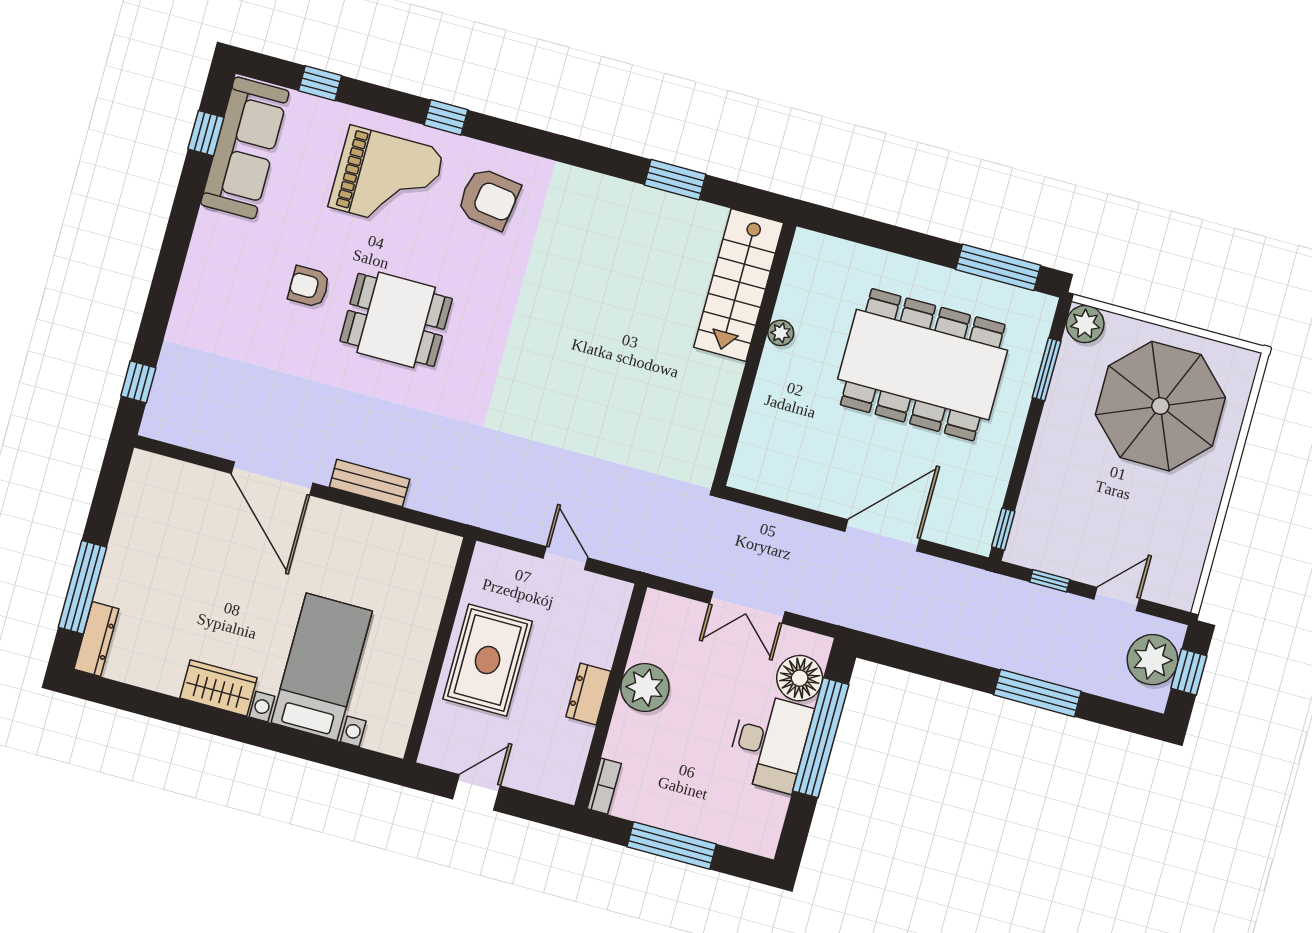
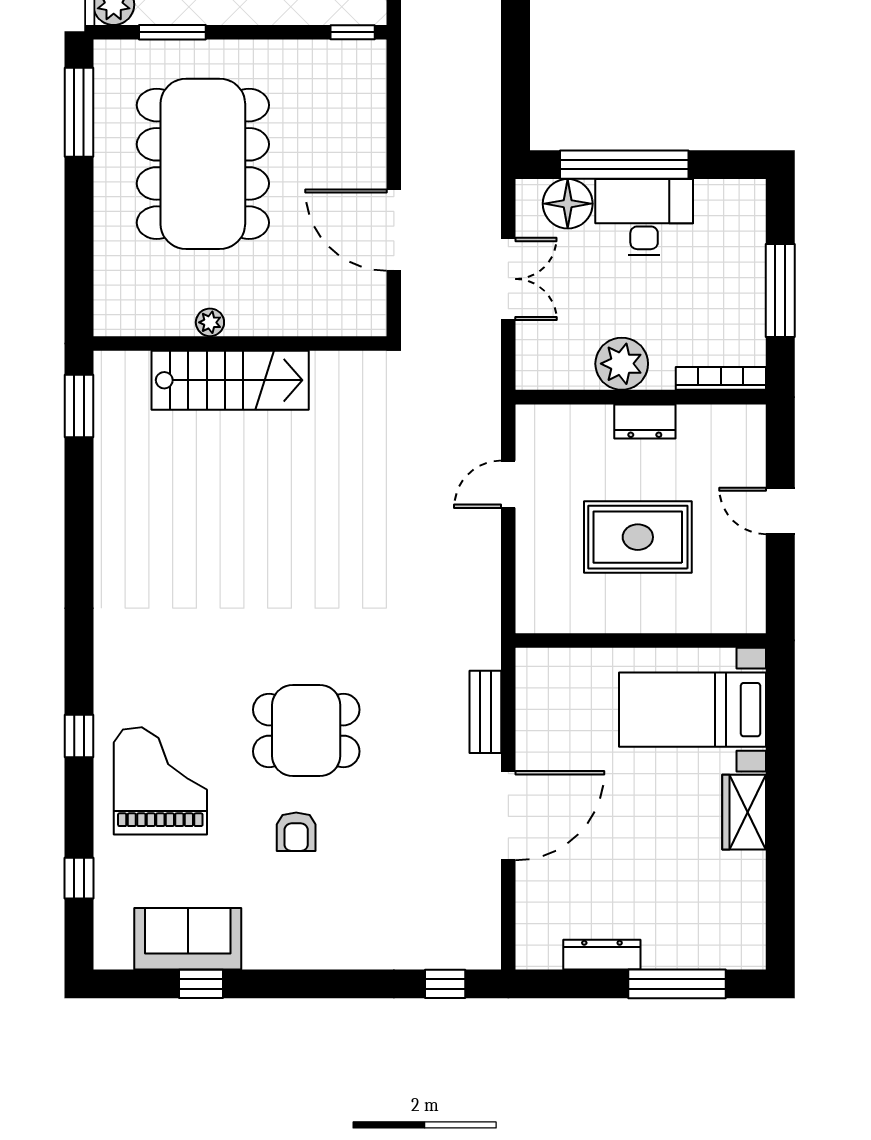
window: (206, 133) -> (201, 984), moved
sofa: (245, 148) -> (188, 939), width x0.73
window: (675, 180) -> (79, 406), moved
armchair: (489, 199) -> (152, 668), removed
stairs: (739, 285) -> (230, 380), moved
dining table: (396, 320) -> (306, 731), turned 90
door: (882, 535) -> (394, 230), moved
dresser: (96, 639) -> (602, 955), moved
wall: (440, 650) -> (641, 640), moved
bookcase: (604, 786) -> (721, 378), width x1.56

